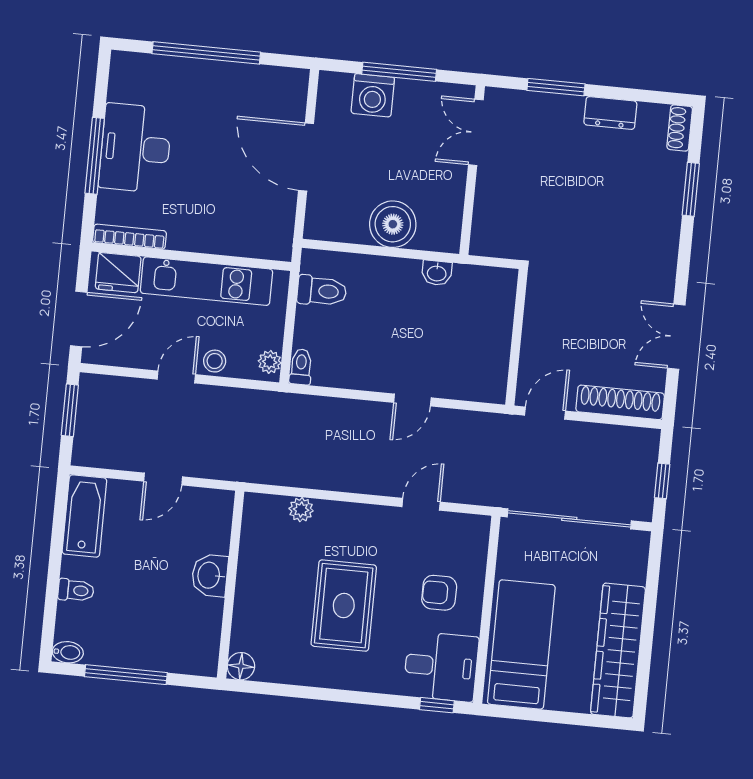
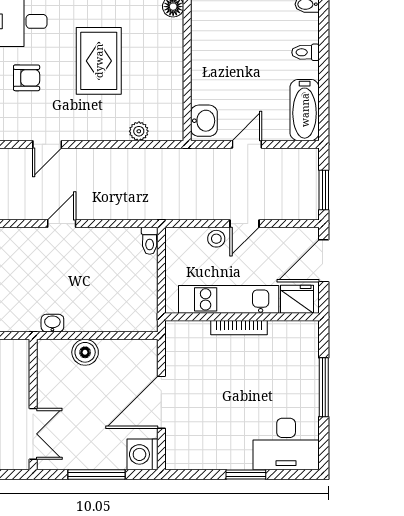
window: (206, 53) -> (246, 475), width x0.47
washing machine: (373, 95) -> (143, 454), moved, turned -90
desk: (135, 148) -> (286, 444), moved, turned 90
door: (306, 157) -> (161, 402), swing flipped
boiler: (393, 224) -> (85, 352), width x0.73, depth x0.73
bookcase: (129, 237) -> (239, 328), moved
toilet: (322, 291) -> (139, 301), removed
plant: (270, 362) -> (174, 242), removed
washbasin: (210, 575) -> (204, 121), moved

